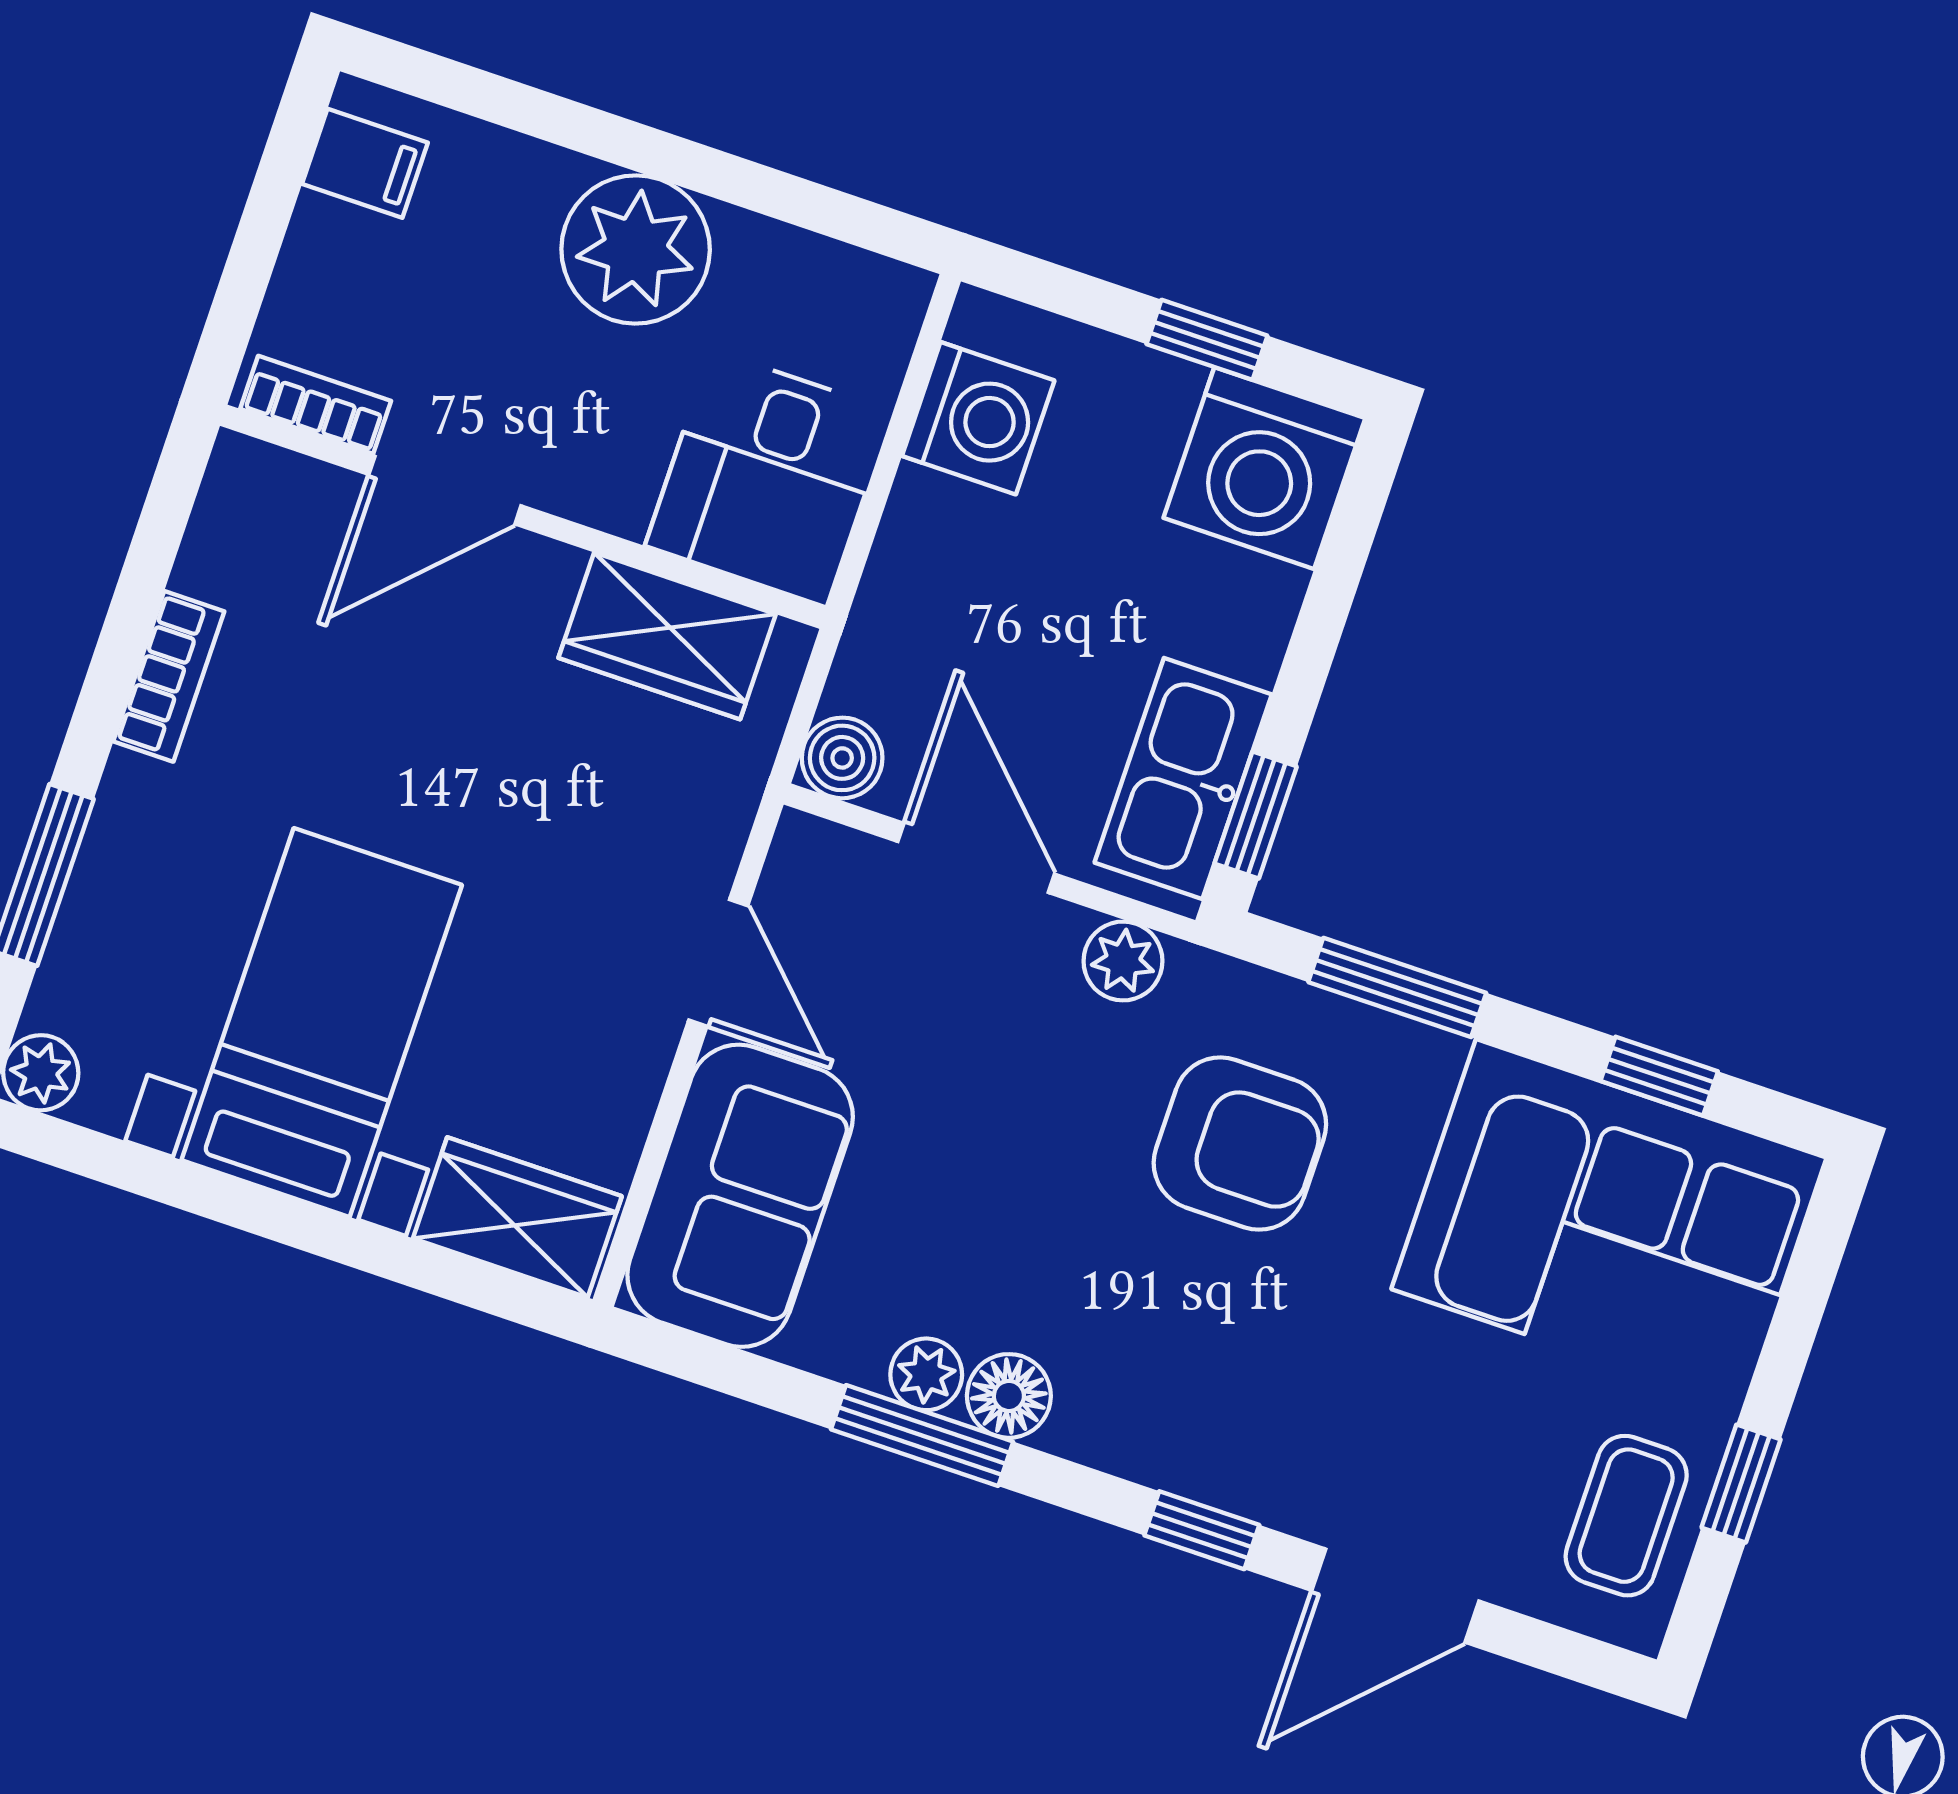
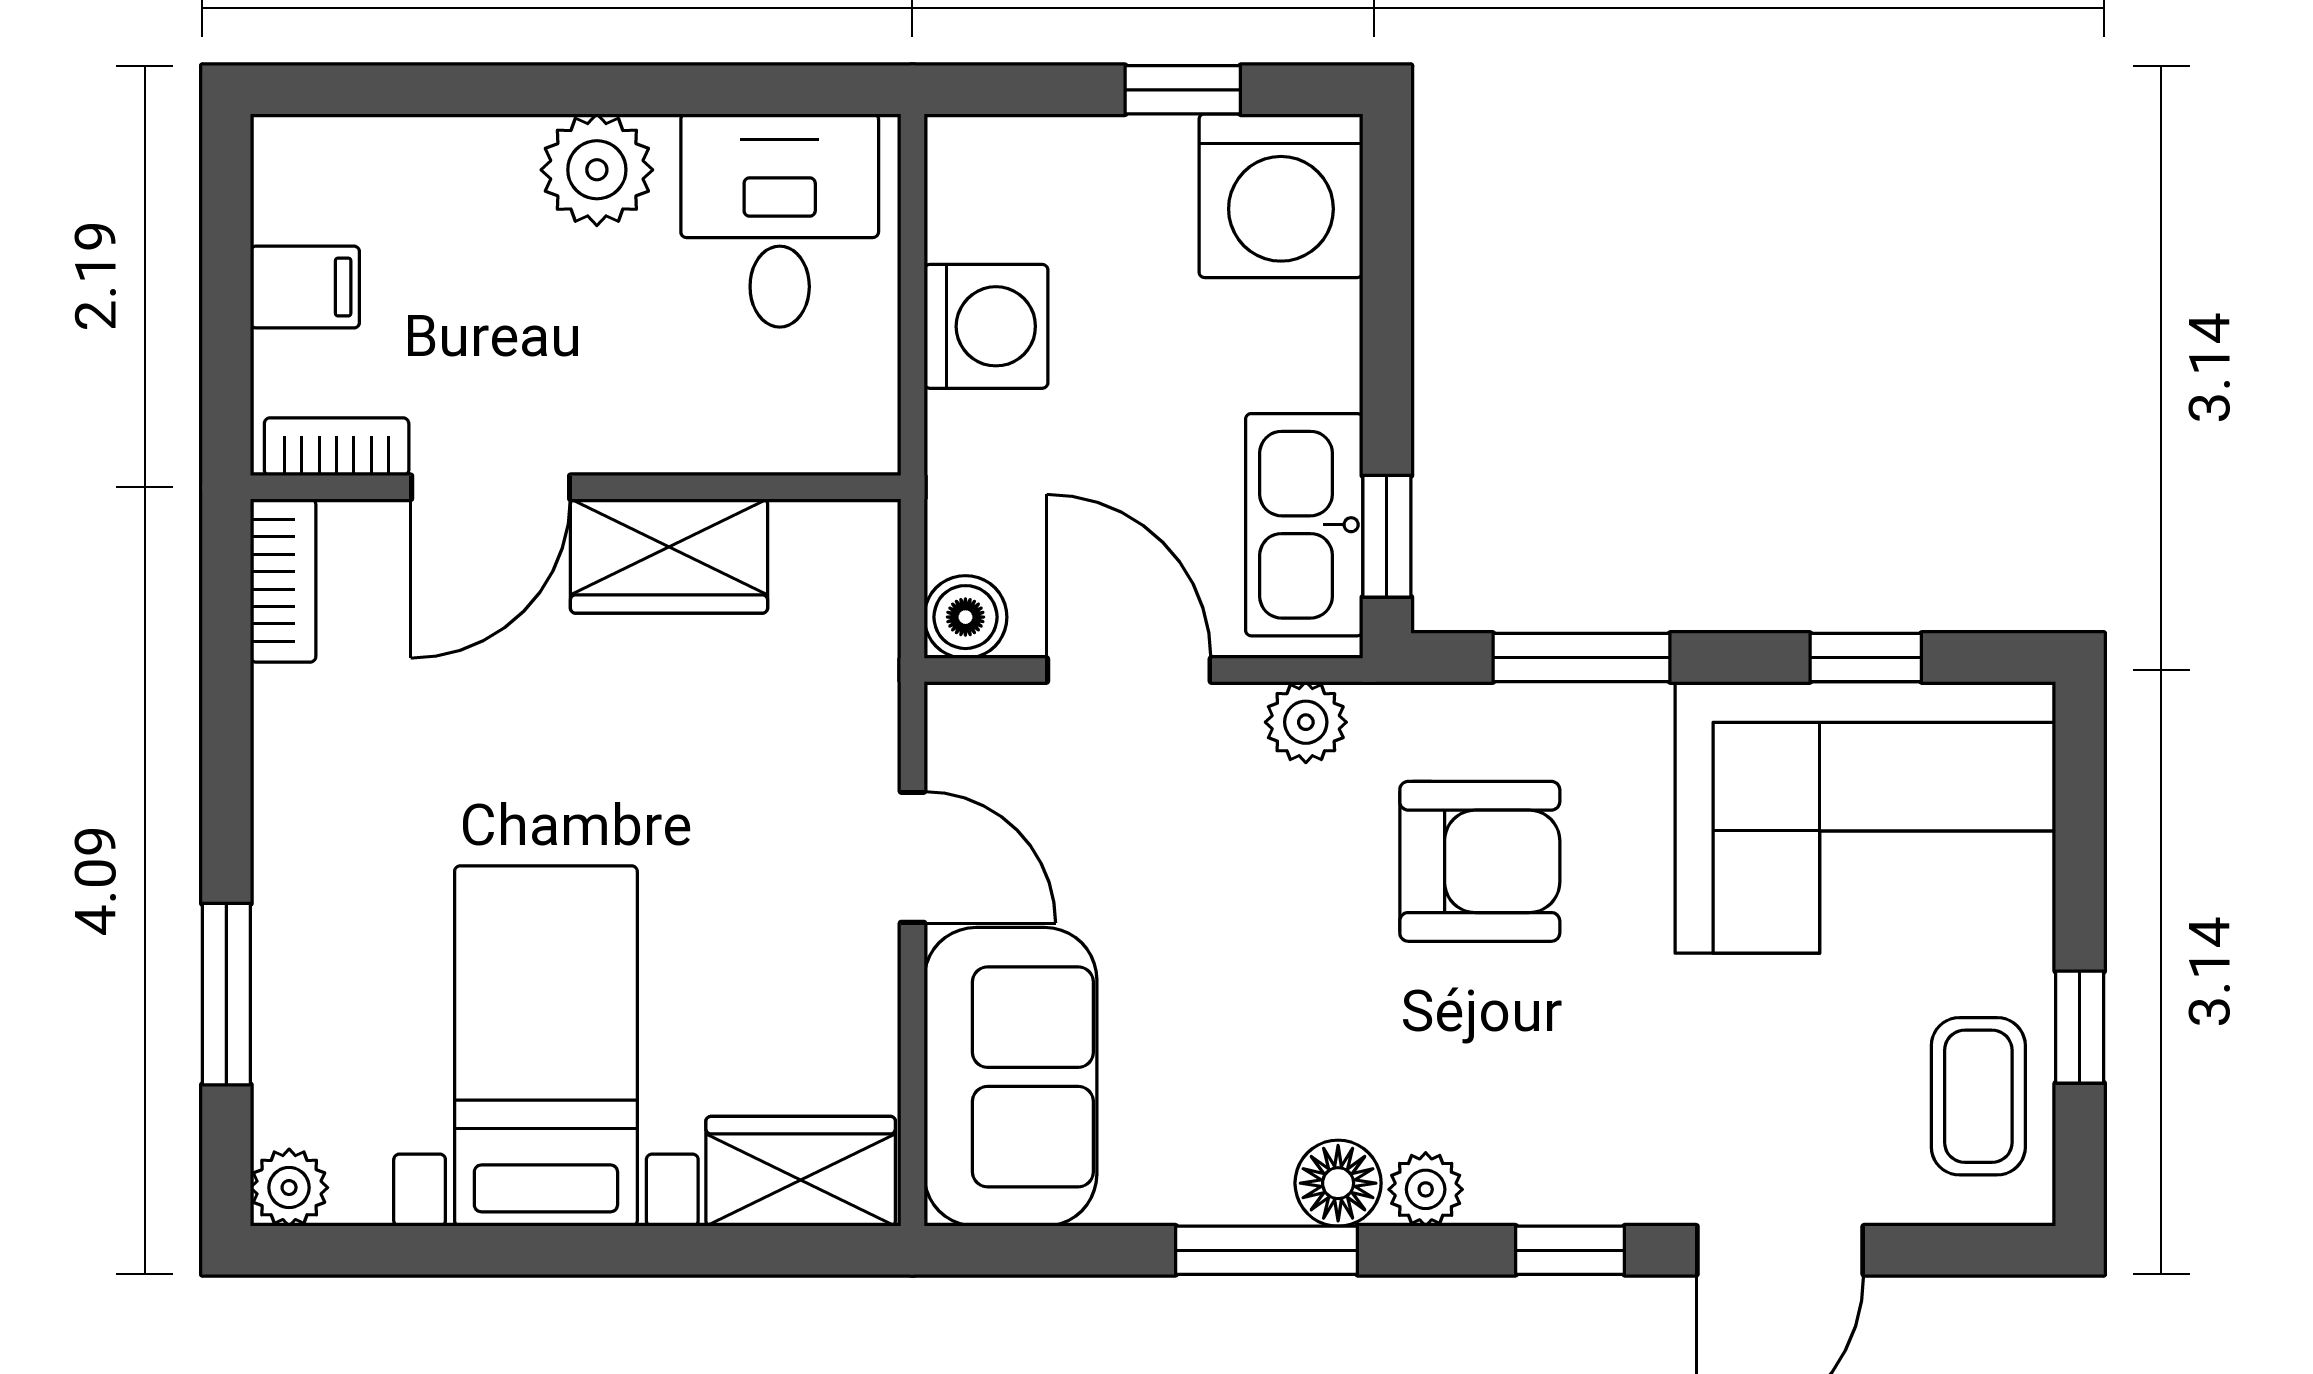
filing cabinet: (365, 163) -> (305, 287), moved
plant: (636, 249) -> (597, 170), width x0.73, depth x0.73
washing machine: (978, 418) -> (986, 326), moved
desk: (769, 478) -> (780, 220), moved, turned 180
wardrobe: (667, 636) -> (669, 556), moved
bookcase: (169, 676) -> (283, 580), moved
plant: (926, 1374) -> (1426, 1189), moved

